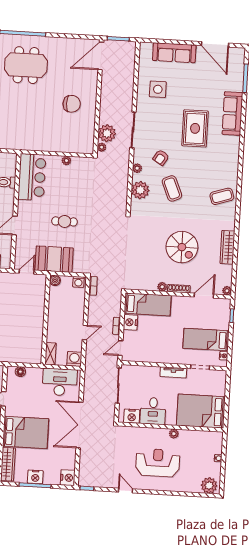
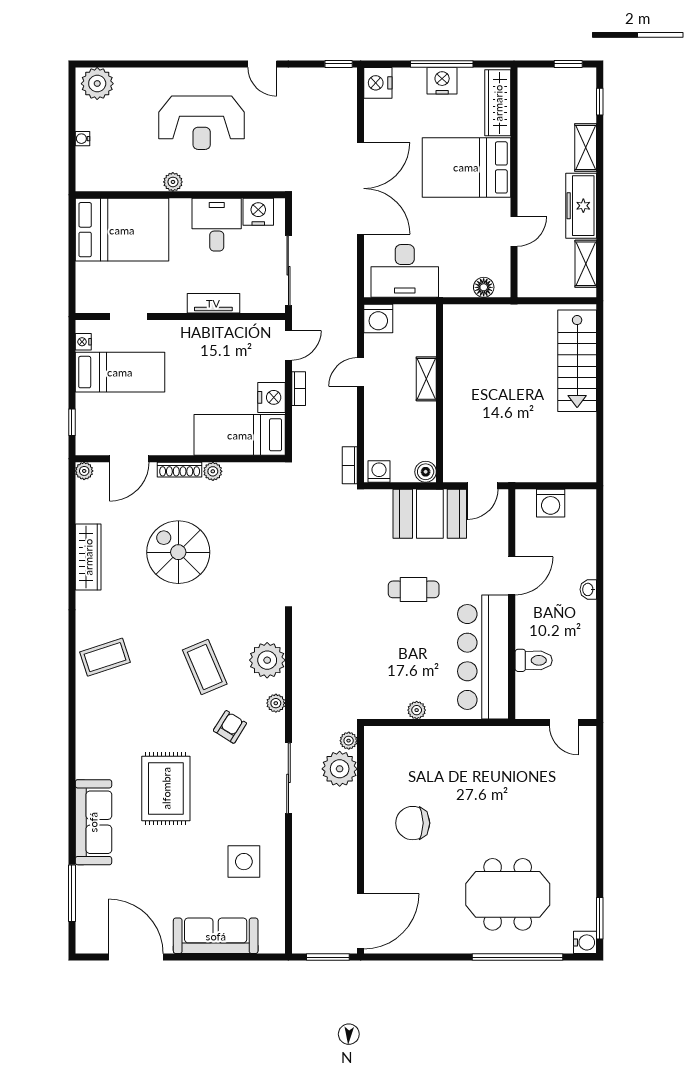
bar counter: (32, 177) -> (483, 657), width x1.36
shelving: (50, 354) -> (426, 379), moved
tv unit: (173, 372) -> (213, 303), moved

